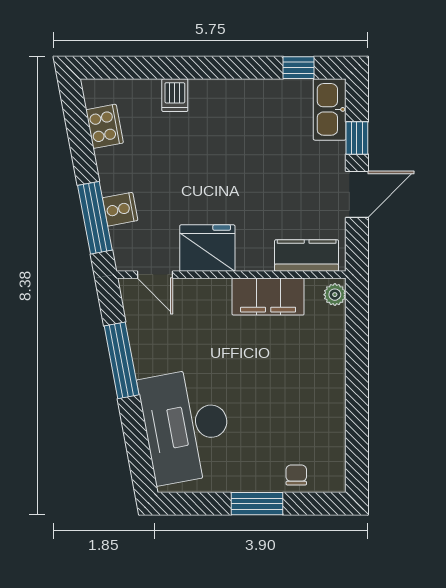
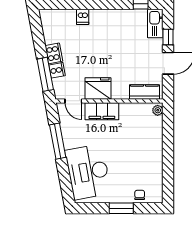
cooker: (105, 126) -> (54, 53), moved
filing cabinet: (268, 297) -> (102, 111), moved

